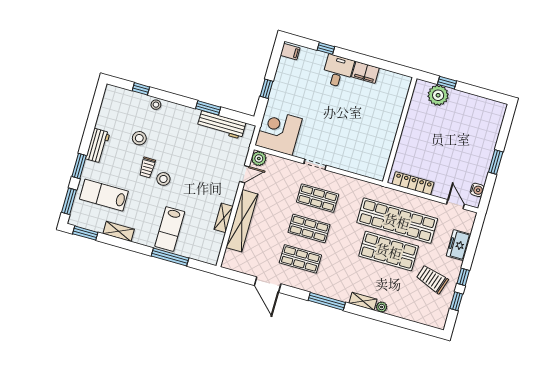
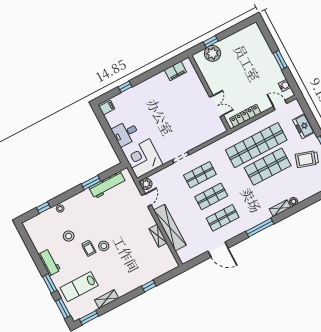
desk: (338, 71) -> (126, 133), moved, turned -90
filing cabinet: (365, 72) -> (175, 71), moved
window: (267, 89) -> (113, 141), removed
double door: (395, 148) -> (217, 106), added
lab bench: (170, 229) -> (134, 271), removed
window: (170, 257) -> (149, 286), width x0.46

